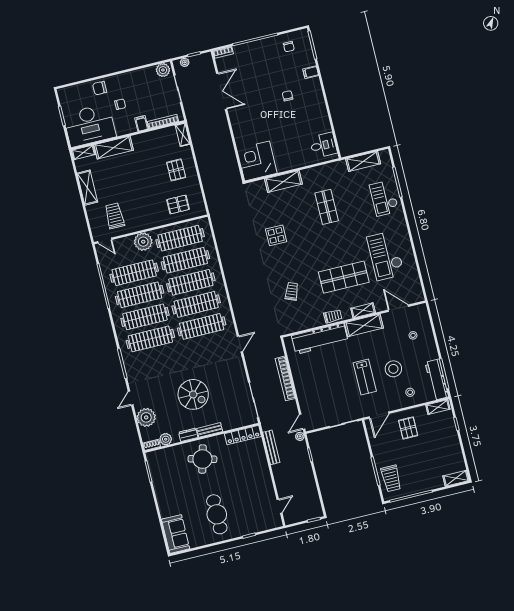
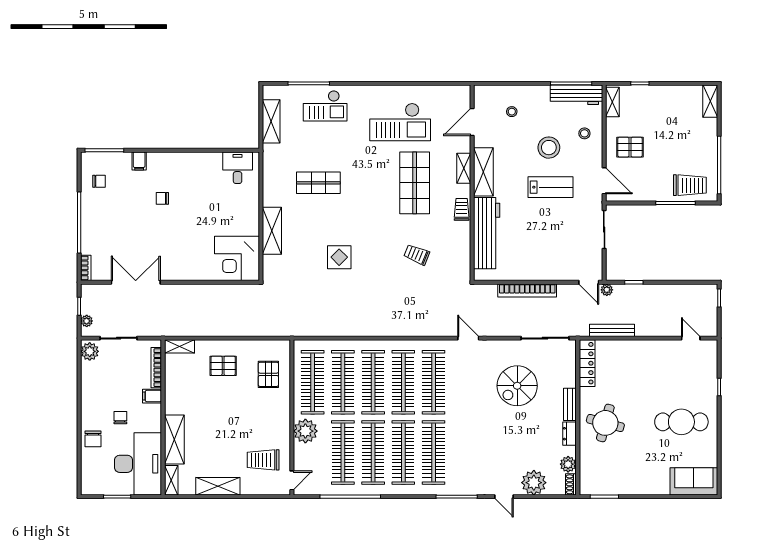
spiral stairs: (193, 394) -> (517, 386), moved, turned 180

